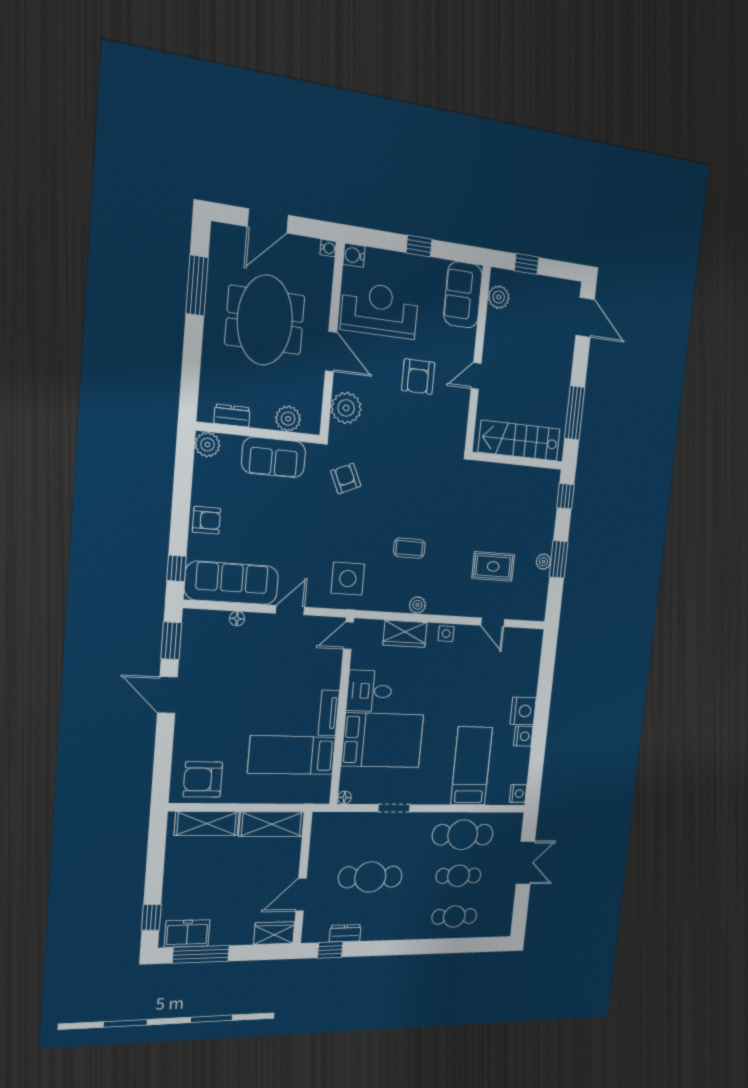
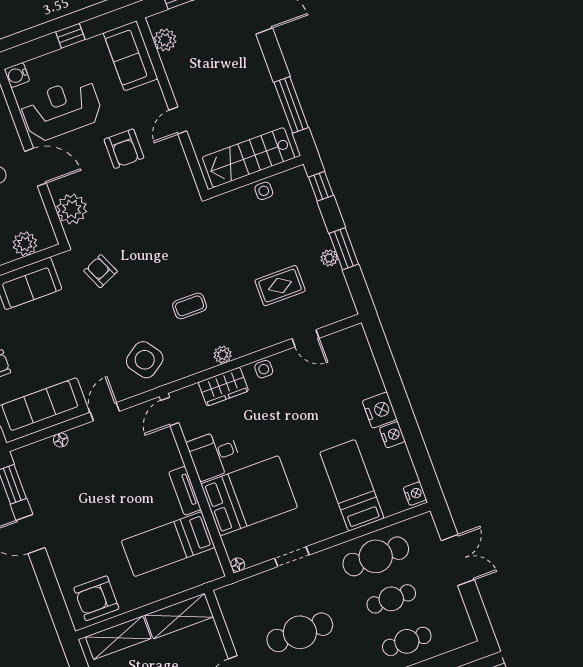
side table: (518, 477) -> (264, 191), added
side table: (348, 579) -> (145, 360), turned -35

